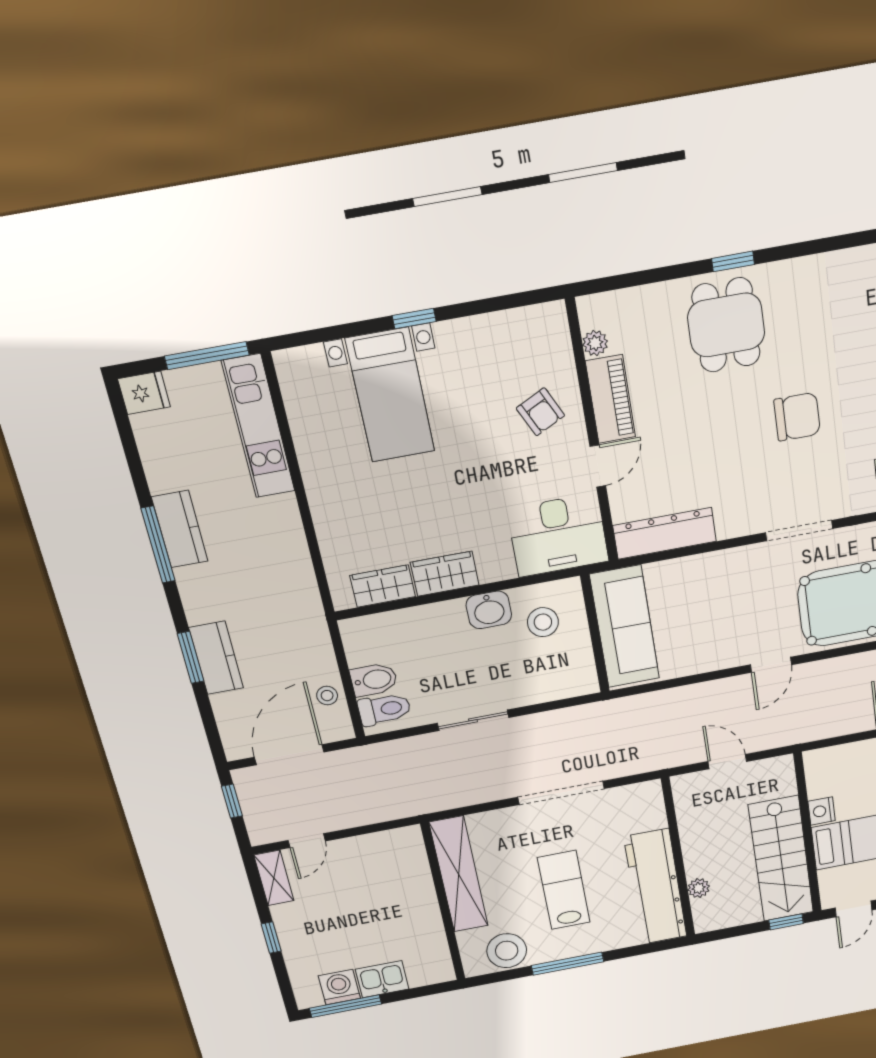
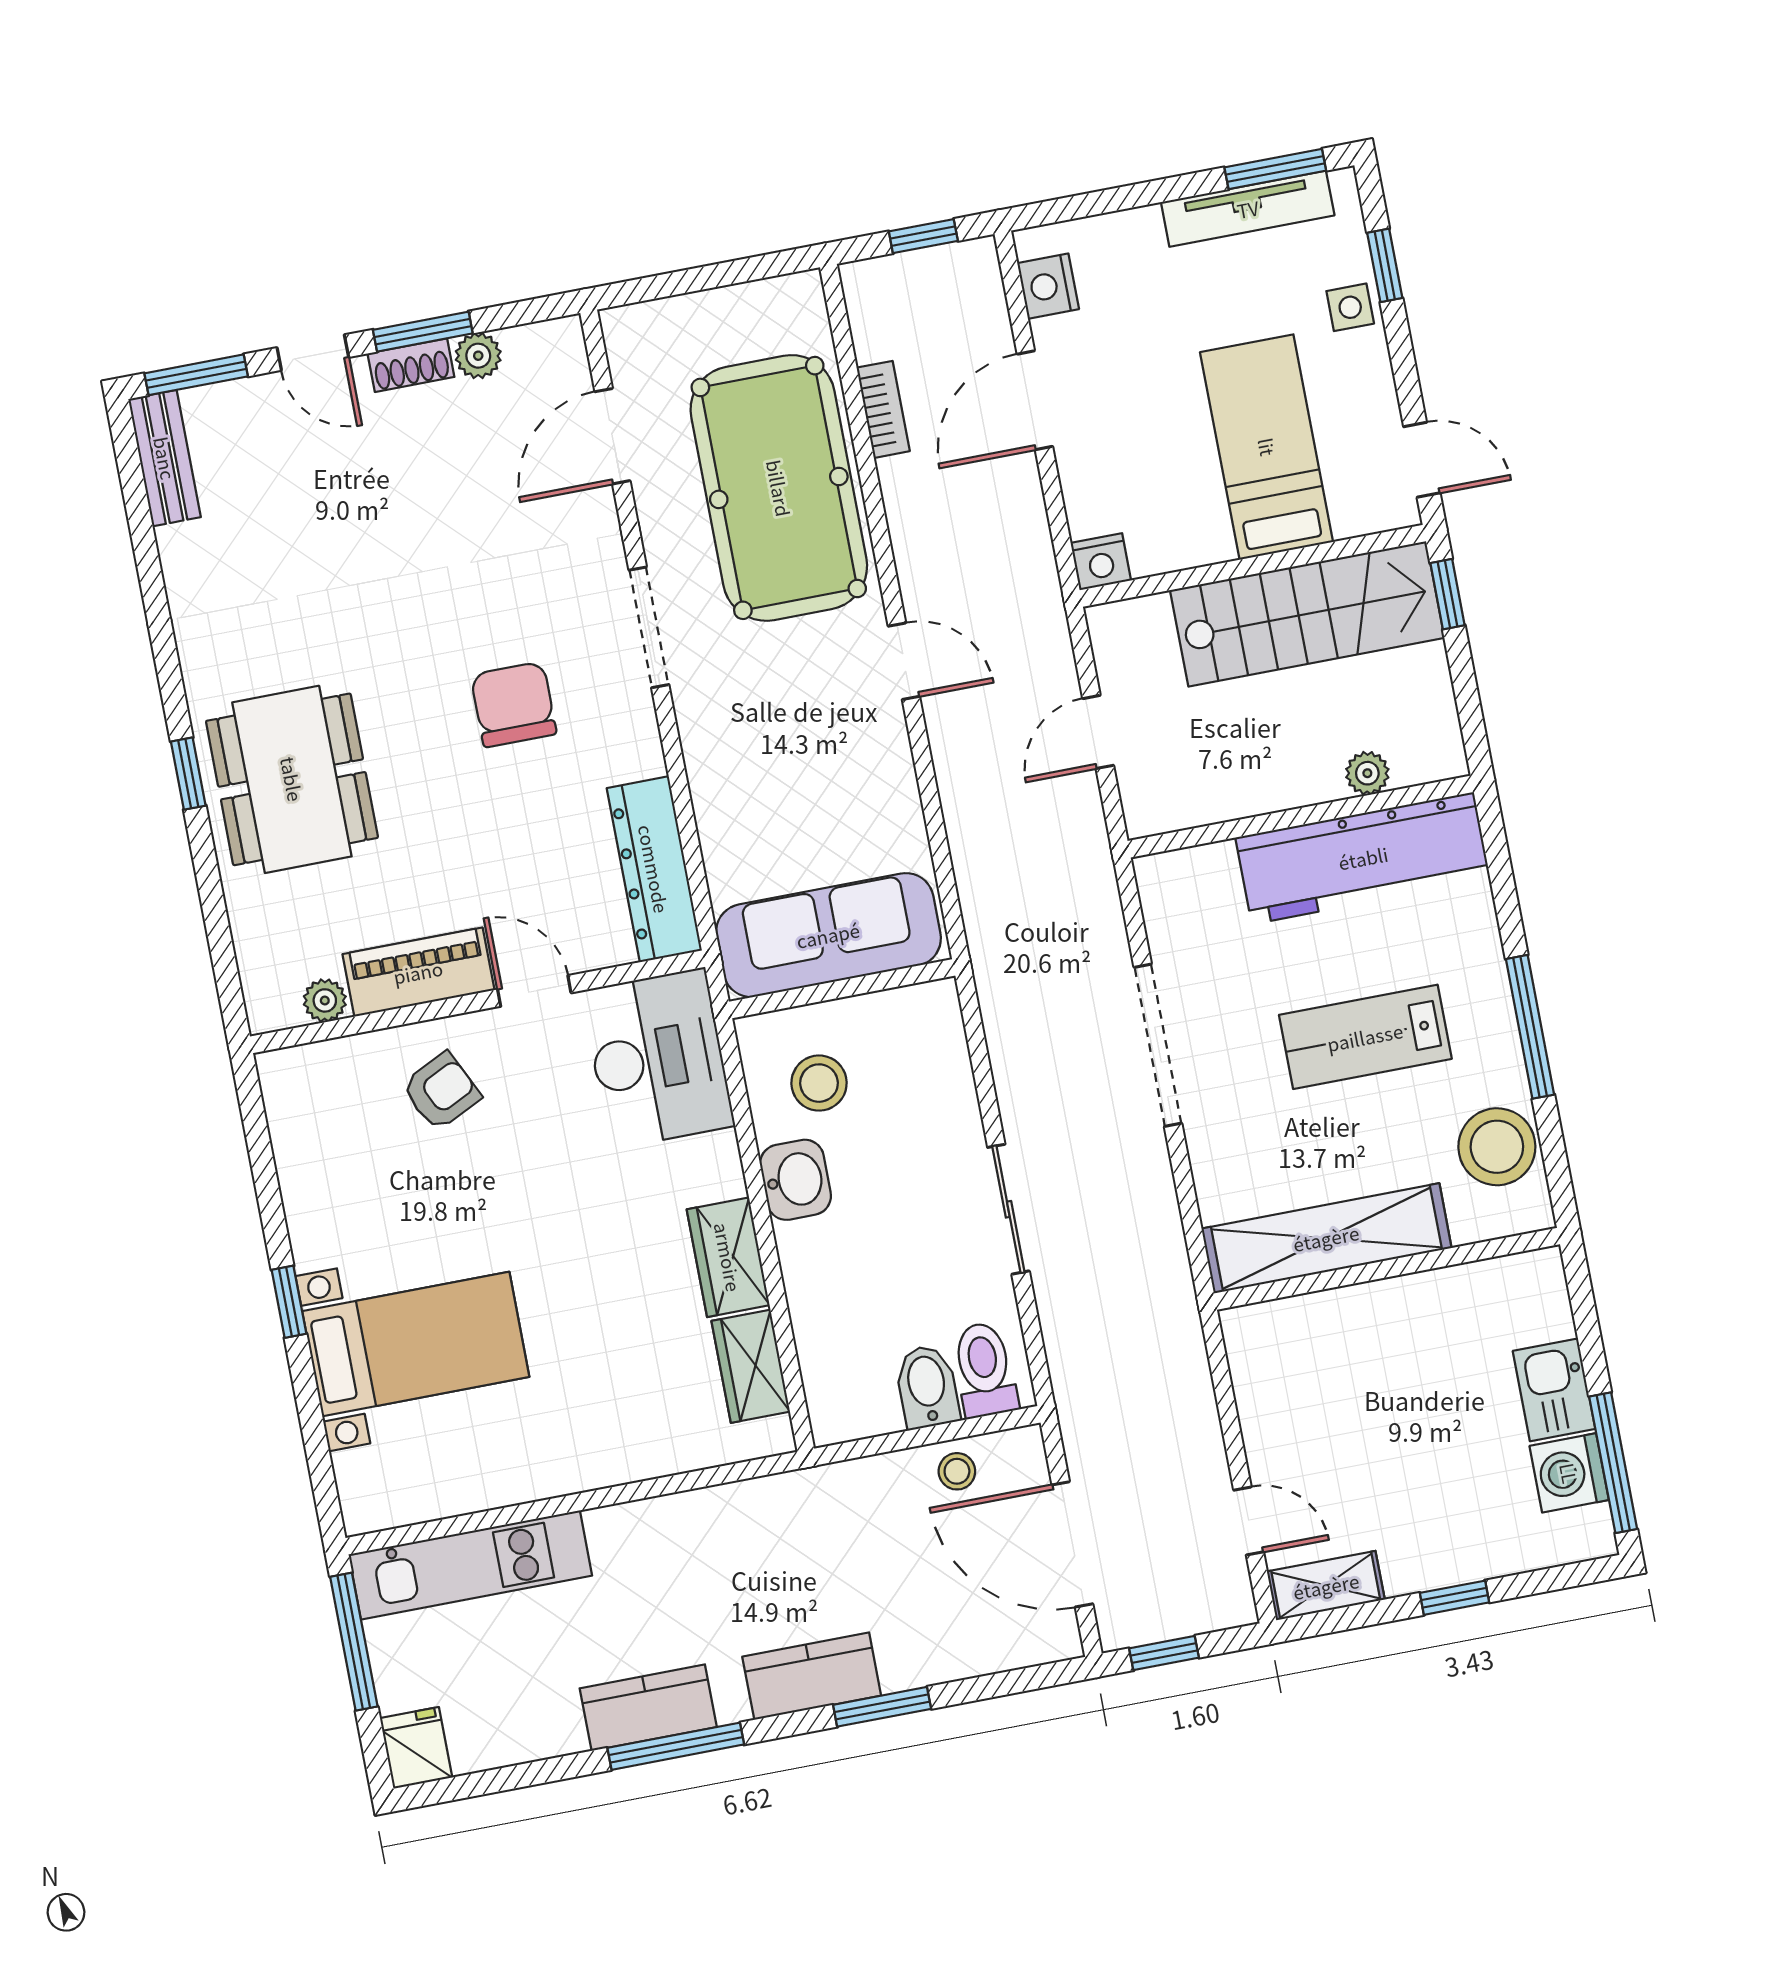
dining table: (726, 325) -> (292, 779), width x1.38
chair: (797, 417) -> (514, 704), moved
kitchen counter: (216, 658) -> (812, 1676), moved
nightstand: (822, 811) -> (1101, 562), moved

